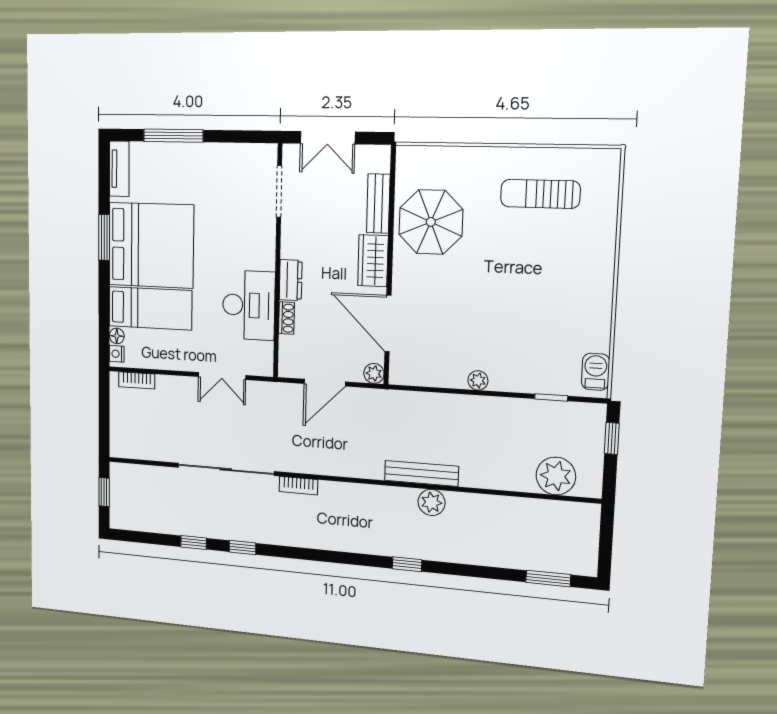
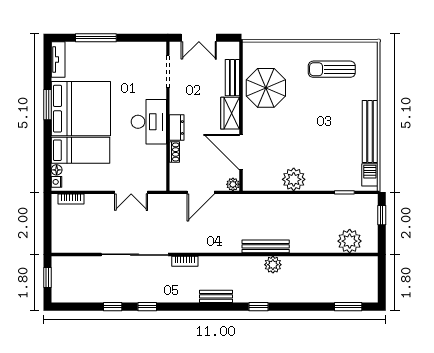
bench: (600, 300) -> (370, 131), added
desk: (249, 305) -> (149, 122), moved
plant: (478, 380) -> (294, 179), width x1.88, depth x1.88
bench: (343, 543) -> (216, 296), added

